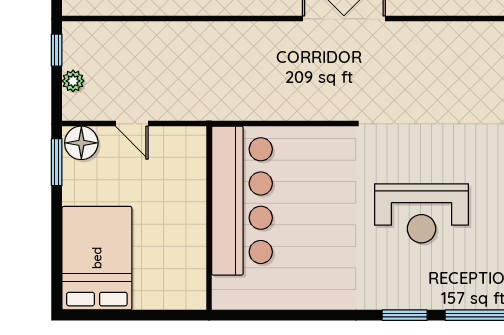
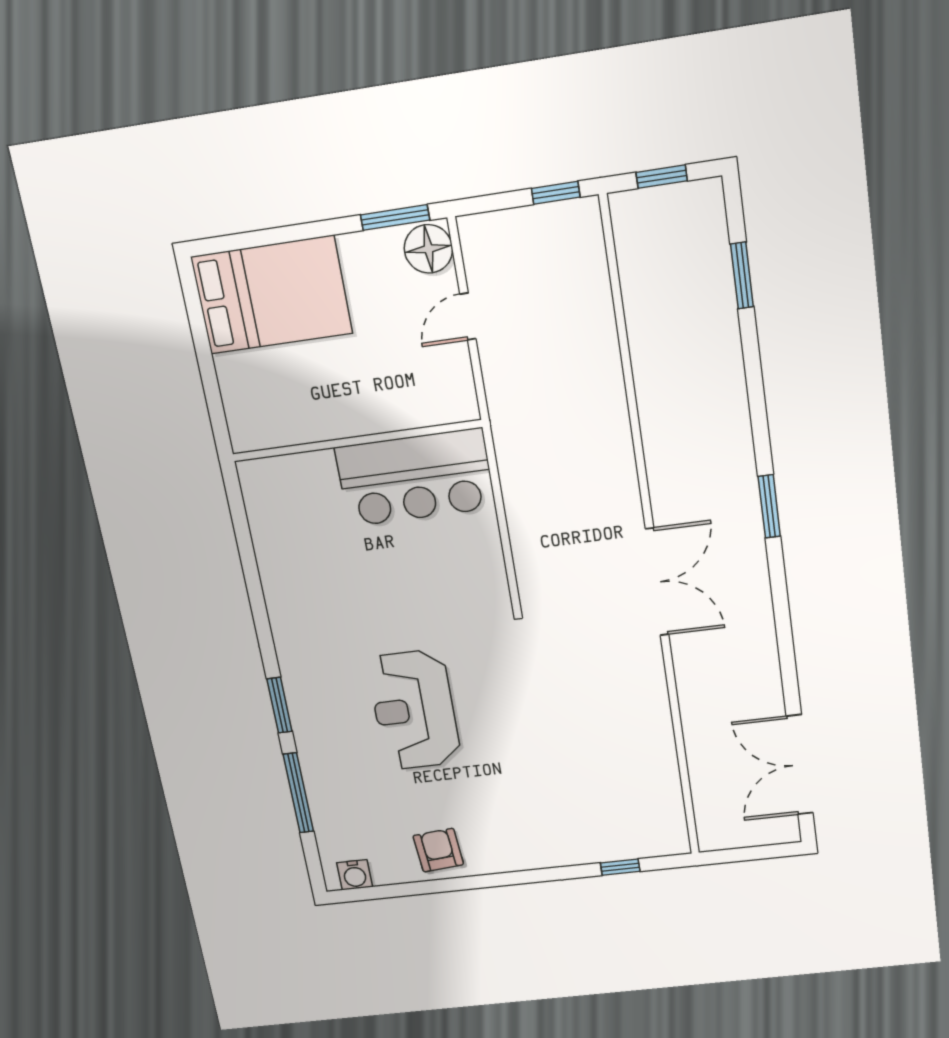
plant: (73, 81) -> (515, 223), removed
bar counter: (242, 201) -> (415, 478), width x0.73

